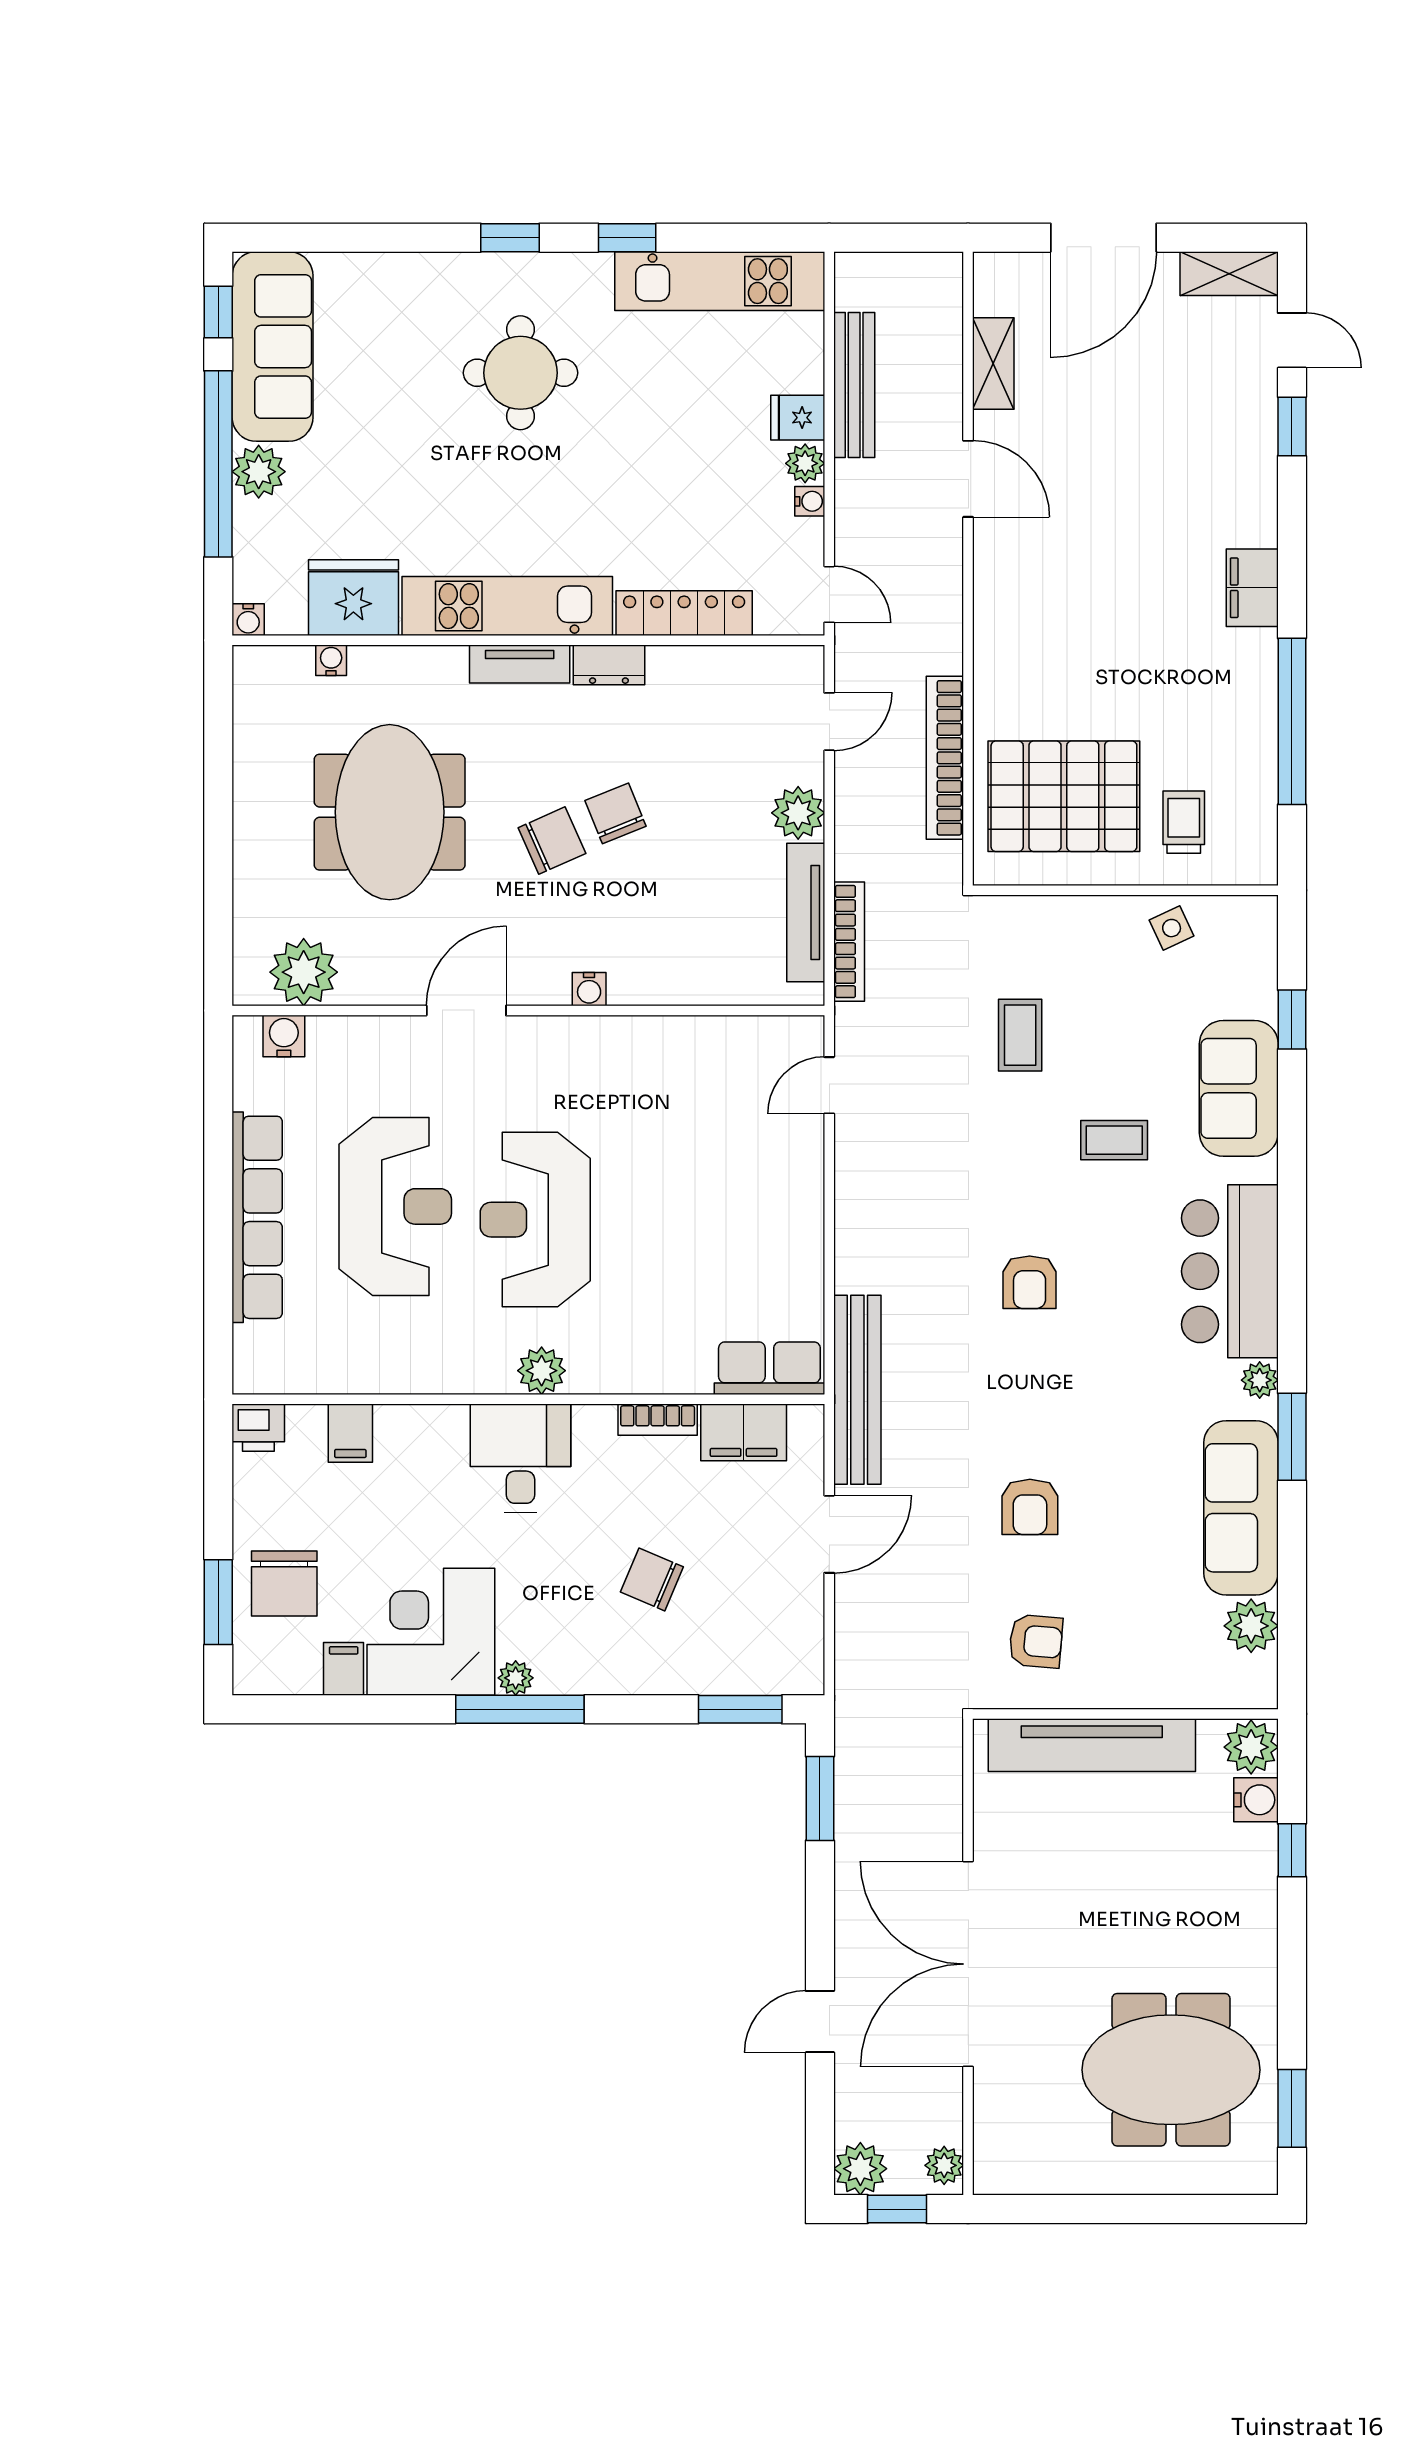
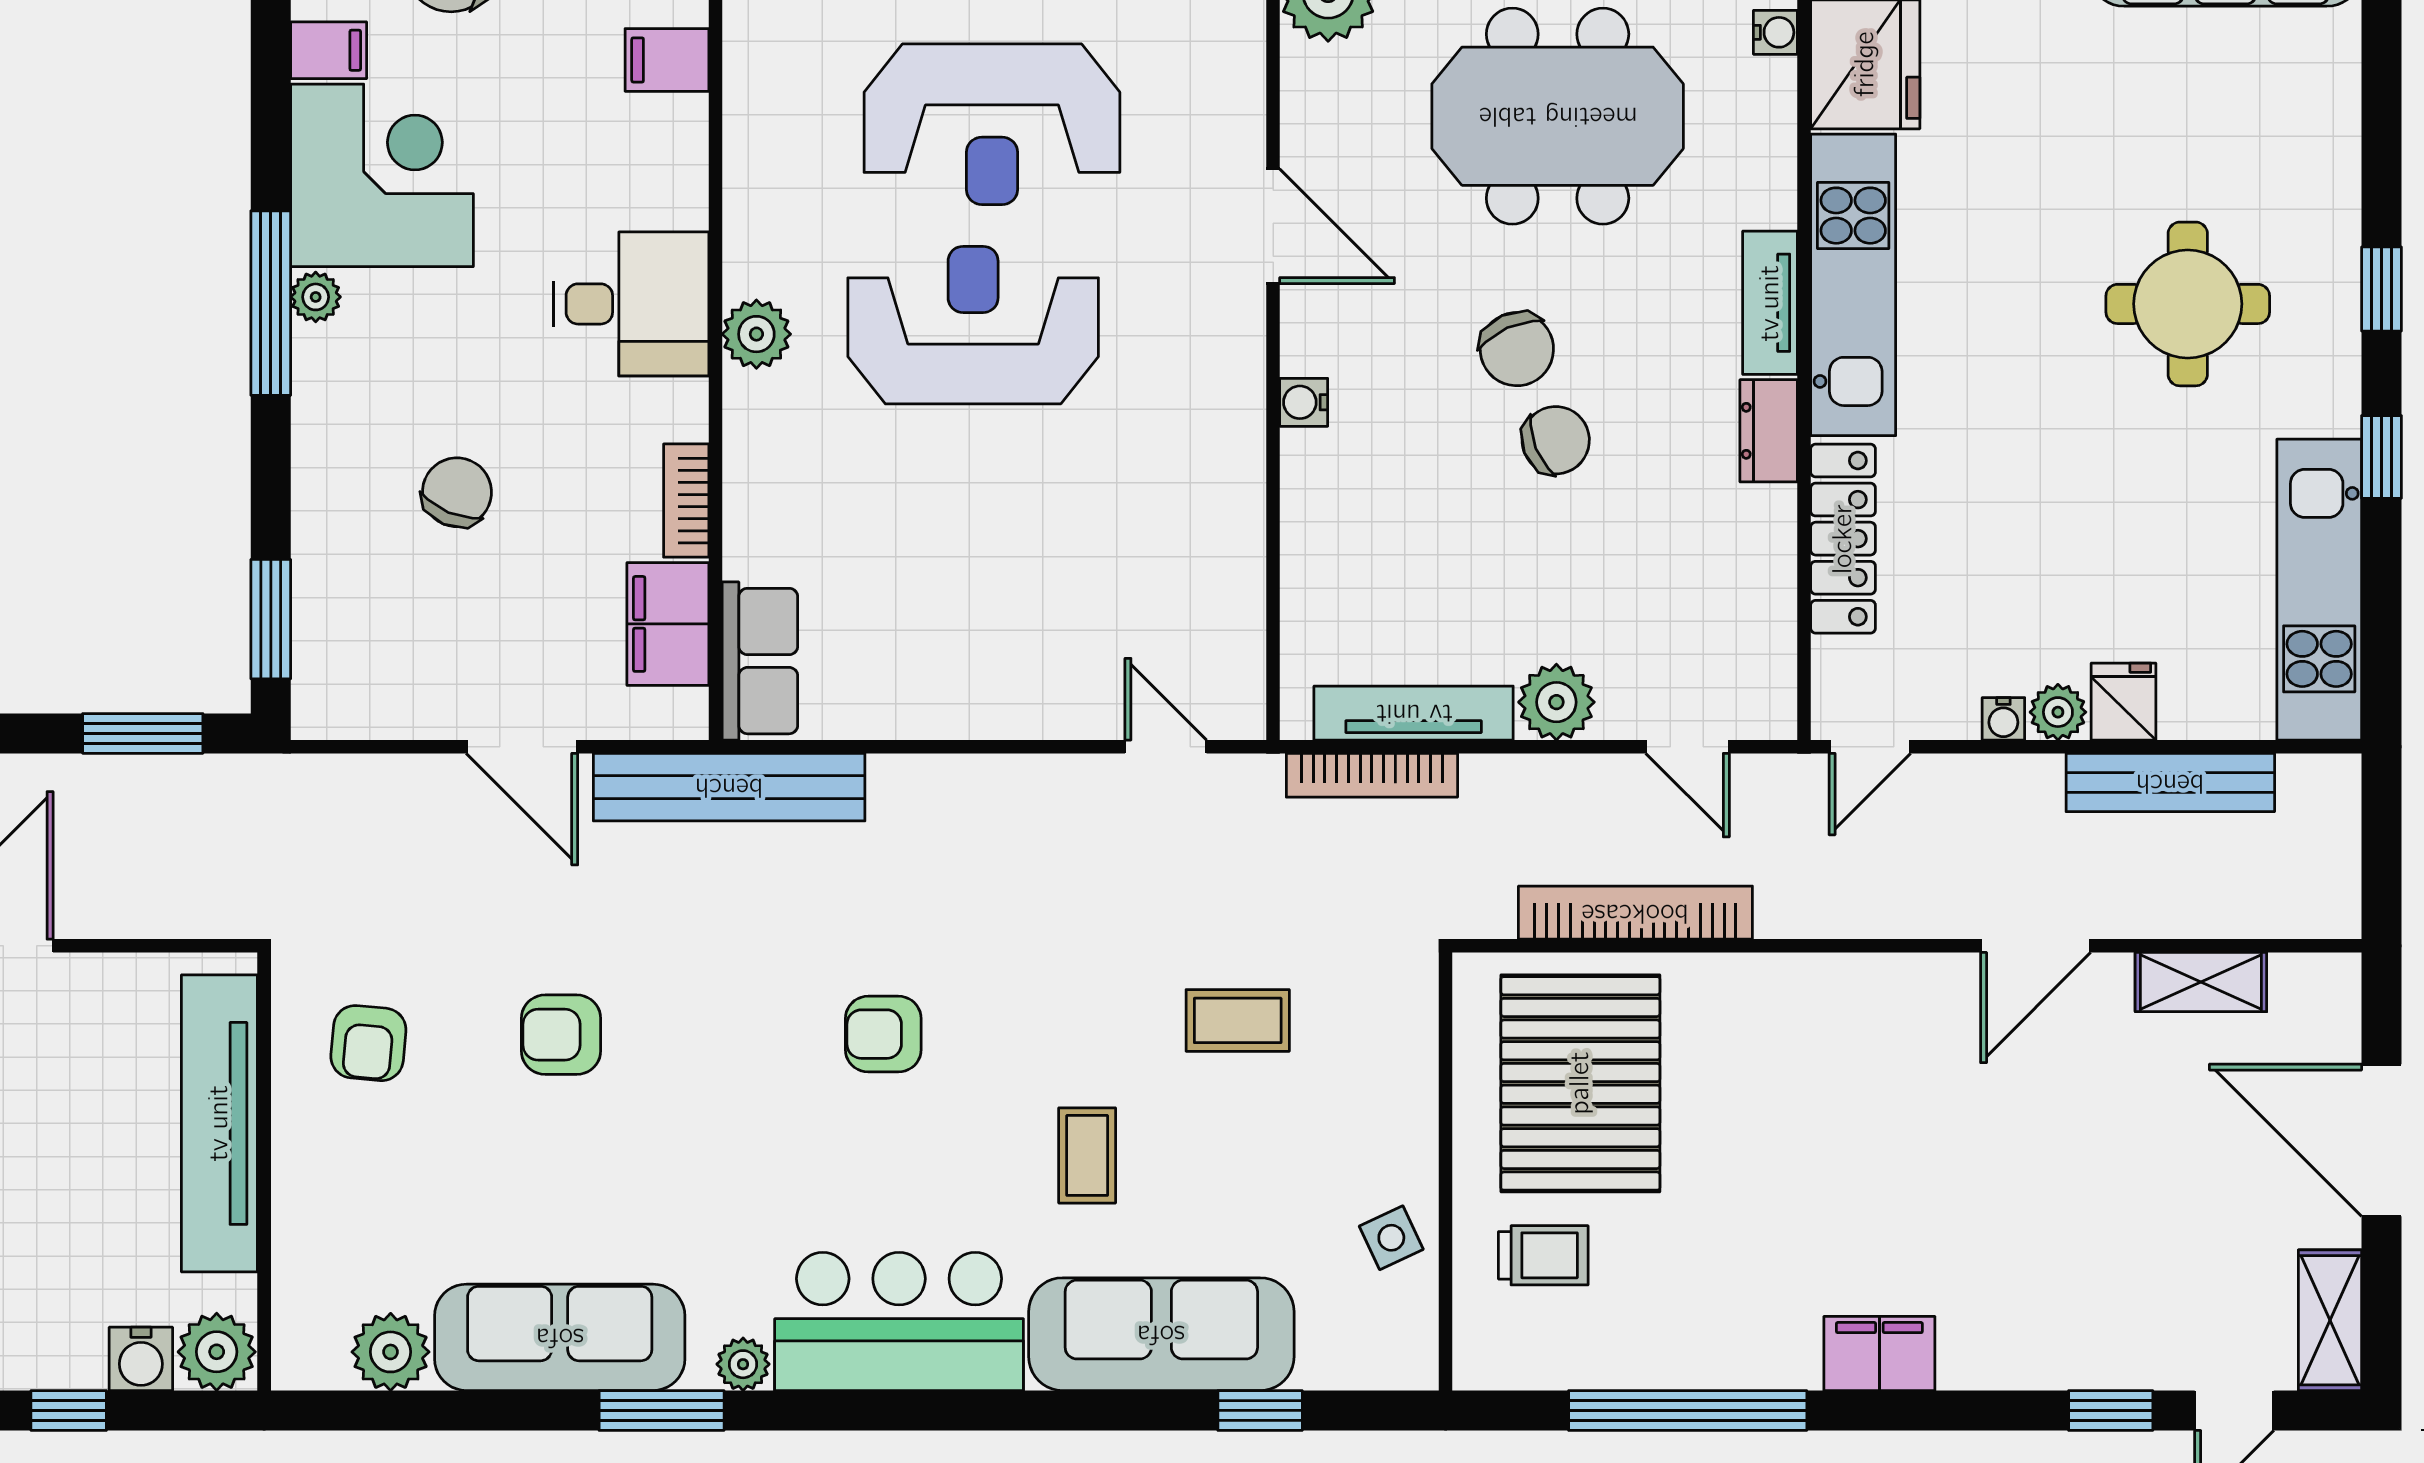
sofa: (1239, 1088) -> (1161, 1334), width x1.36

